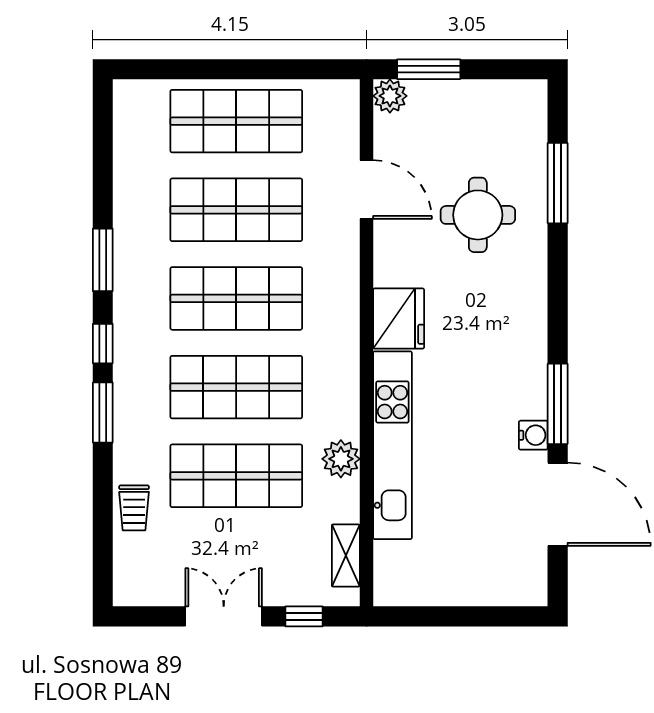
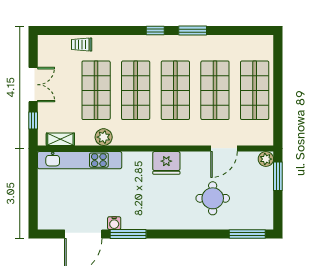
window: (558, 183) -> (247, 234), moved
window: (103, 412) -> (124, 31), removed
kitchen unit: (392, 445) -> (80, 160), moved

